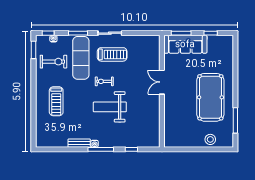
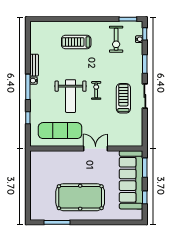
sofa: (185, 44) -> (131, 180), width x1.36, depth x1.27
treadmill: (112, 54) -> (123, 98), turned 180
exercise mat: (81, 58) -> (60, 131), moved
weight bench: (110, 107) -> (71, 96), turned 180
stool: (210, 139) -> (38, 197), removed

